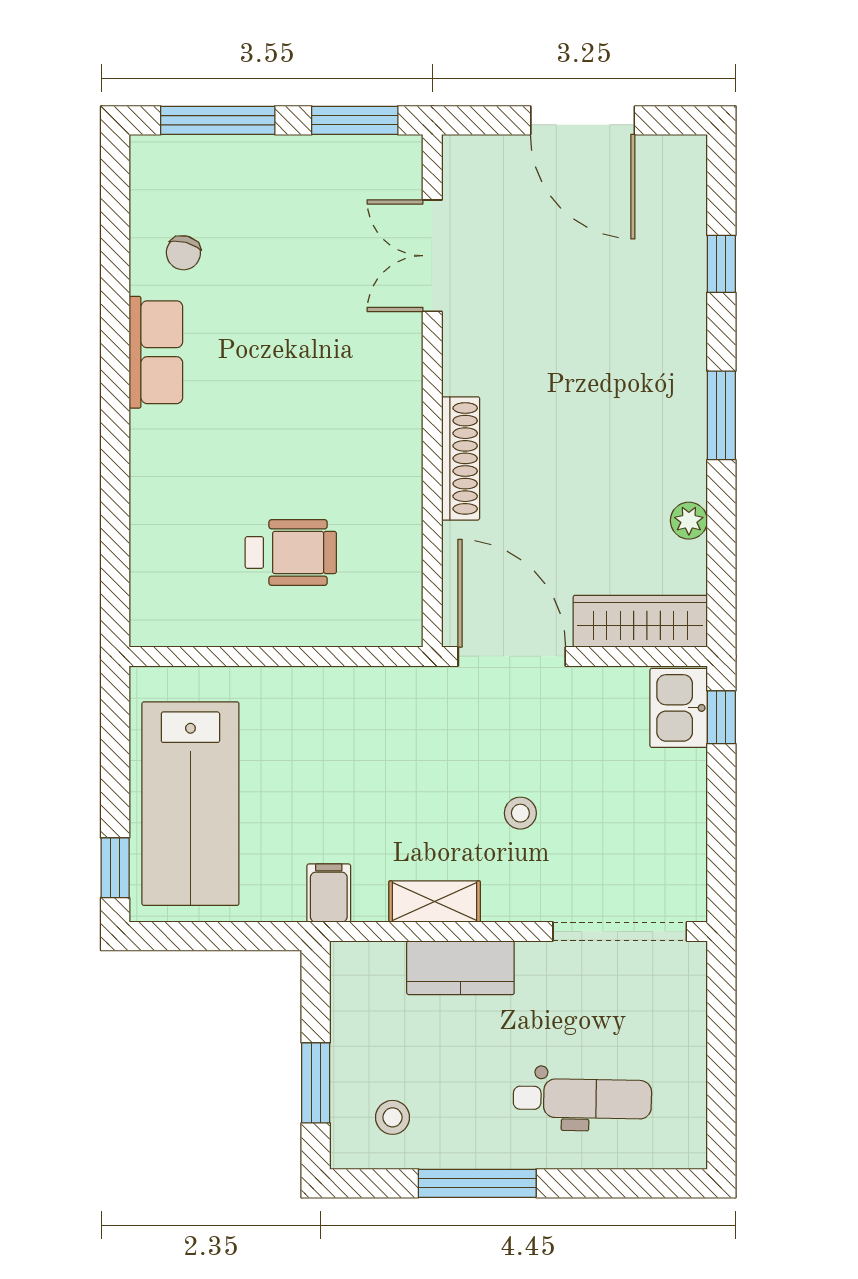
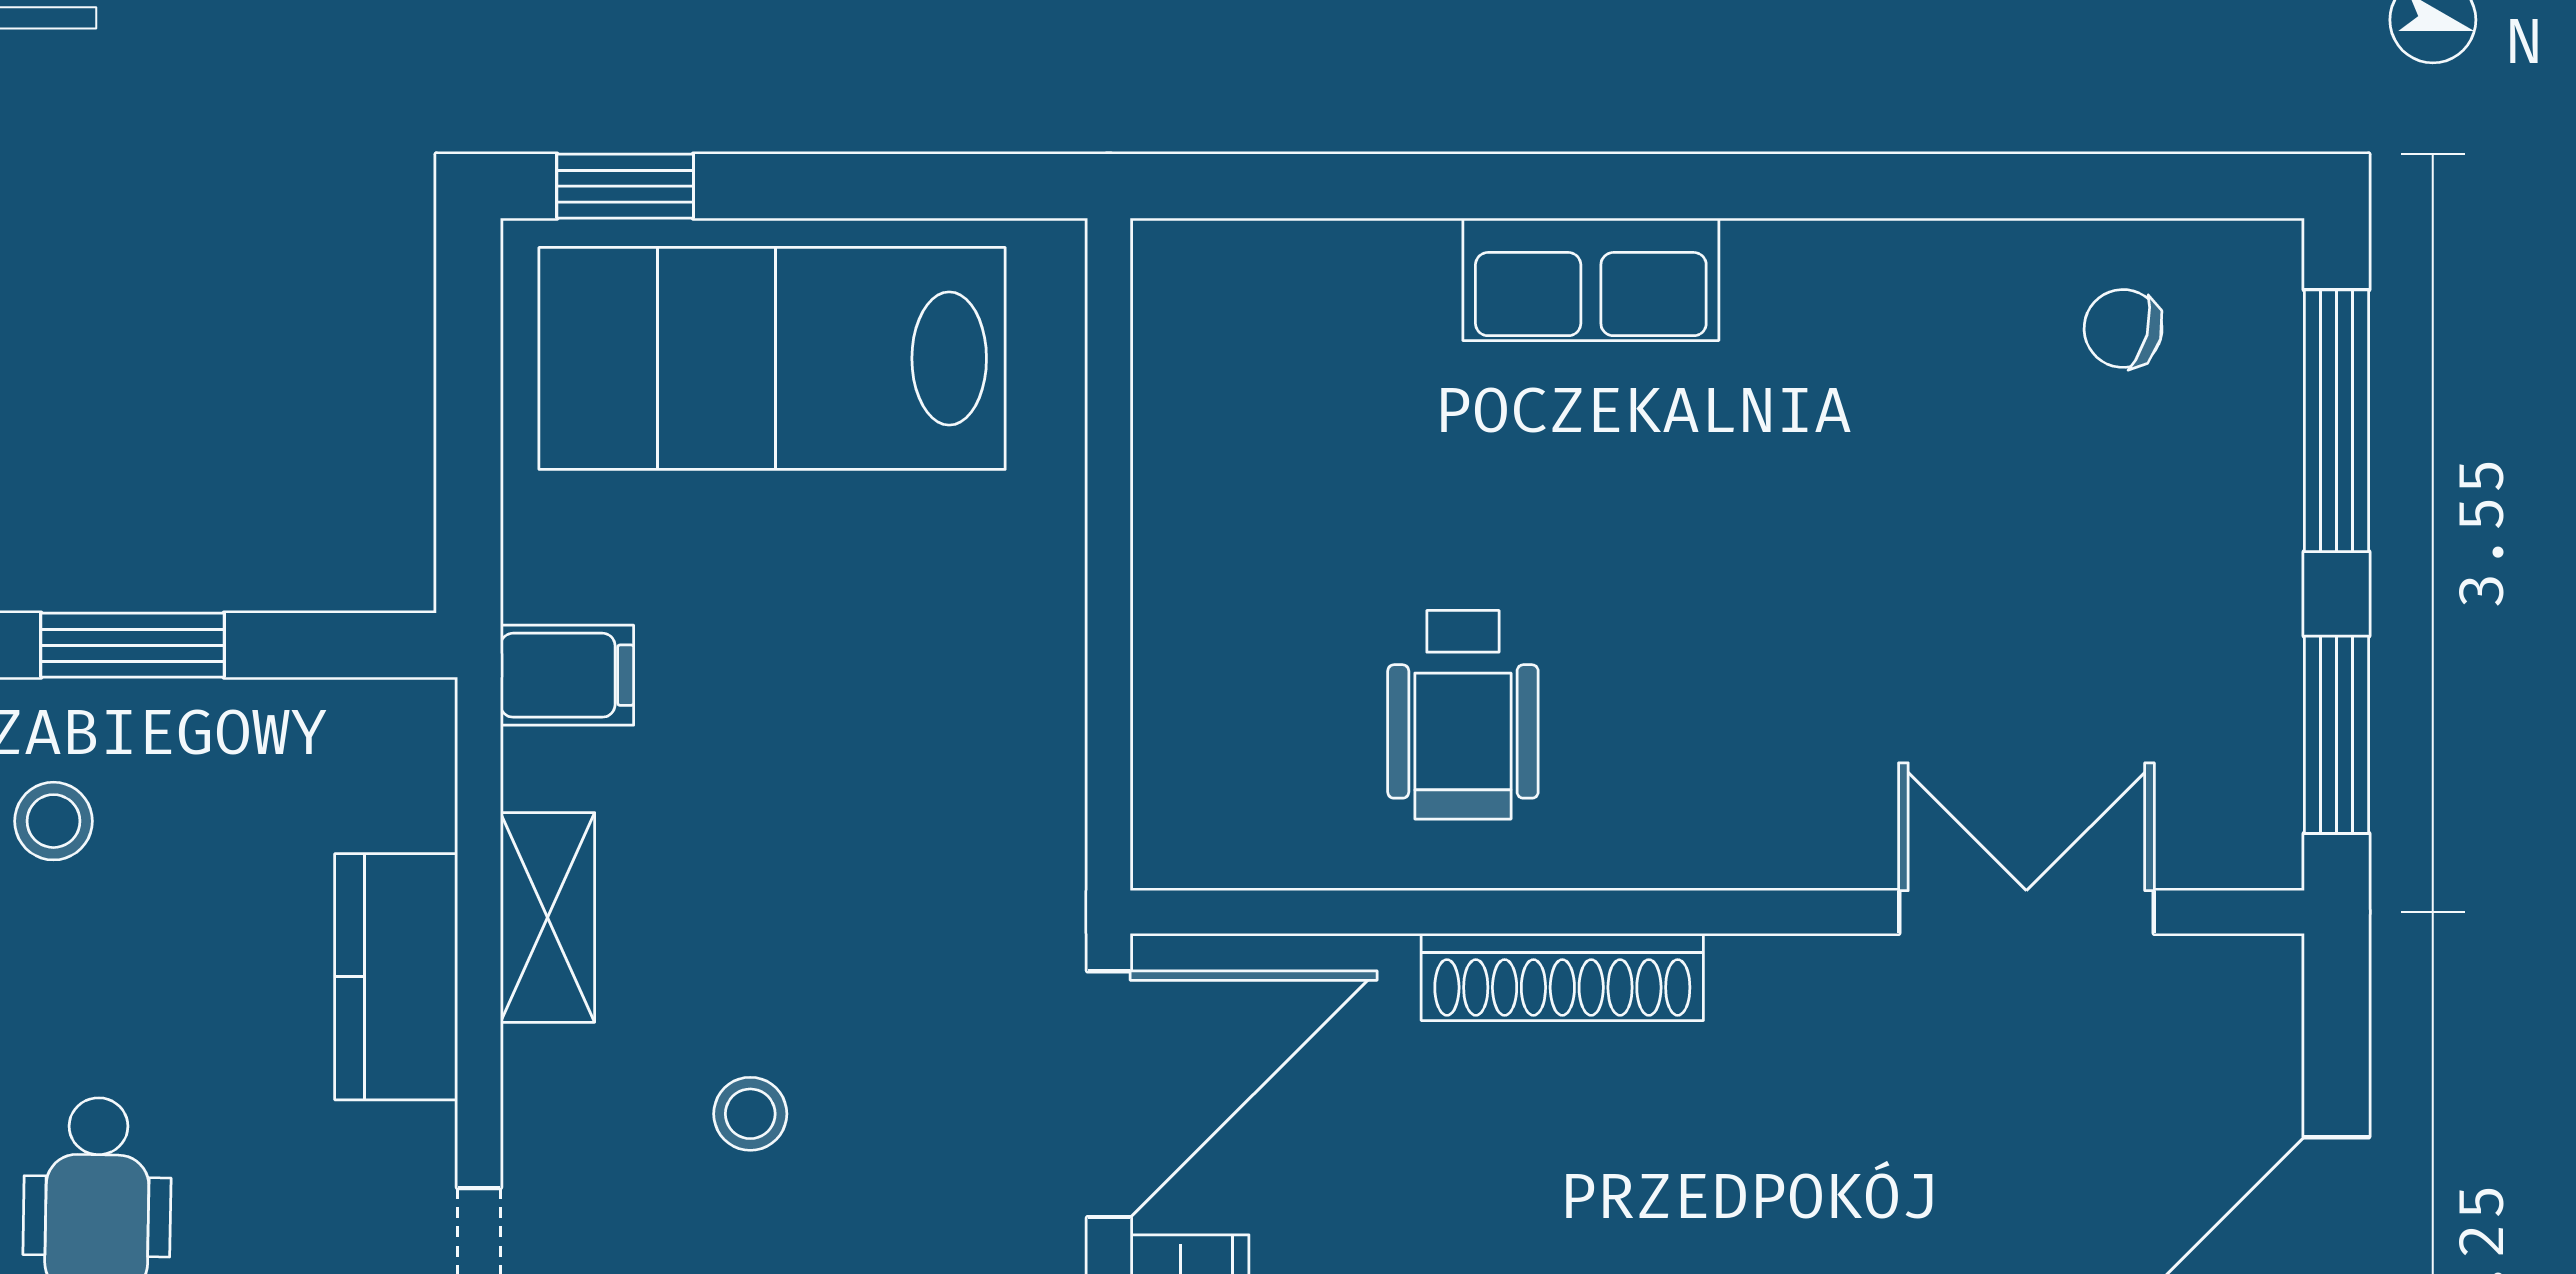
chair: (183, 253) -> (2123, 328), moved
row of seats: (156, 352) -> (1591, 279), moved
wheelchair: (291, 552) -> (1463, 715), moved

